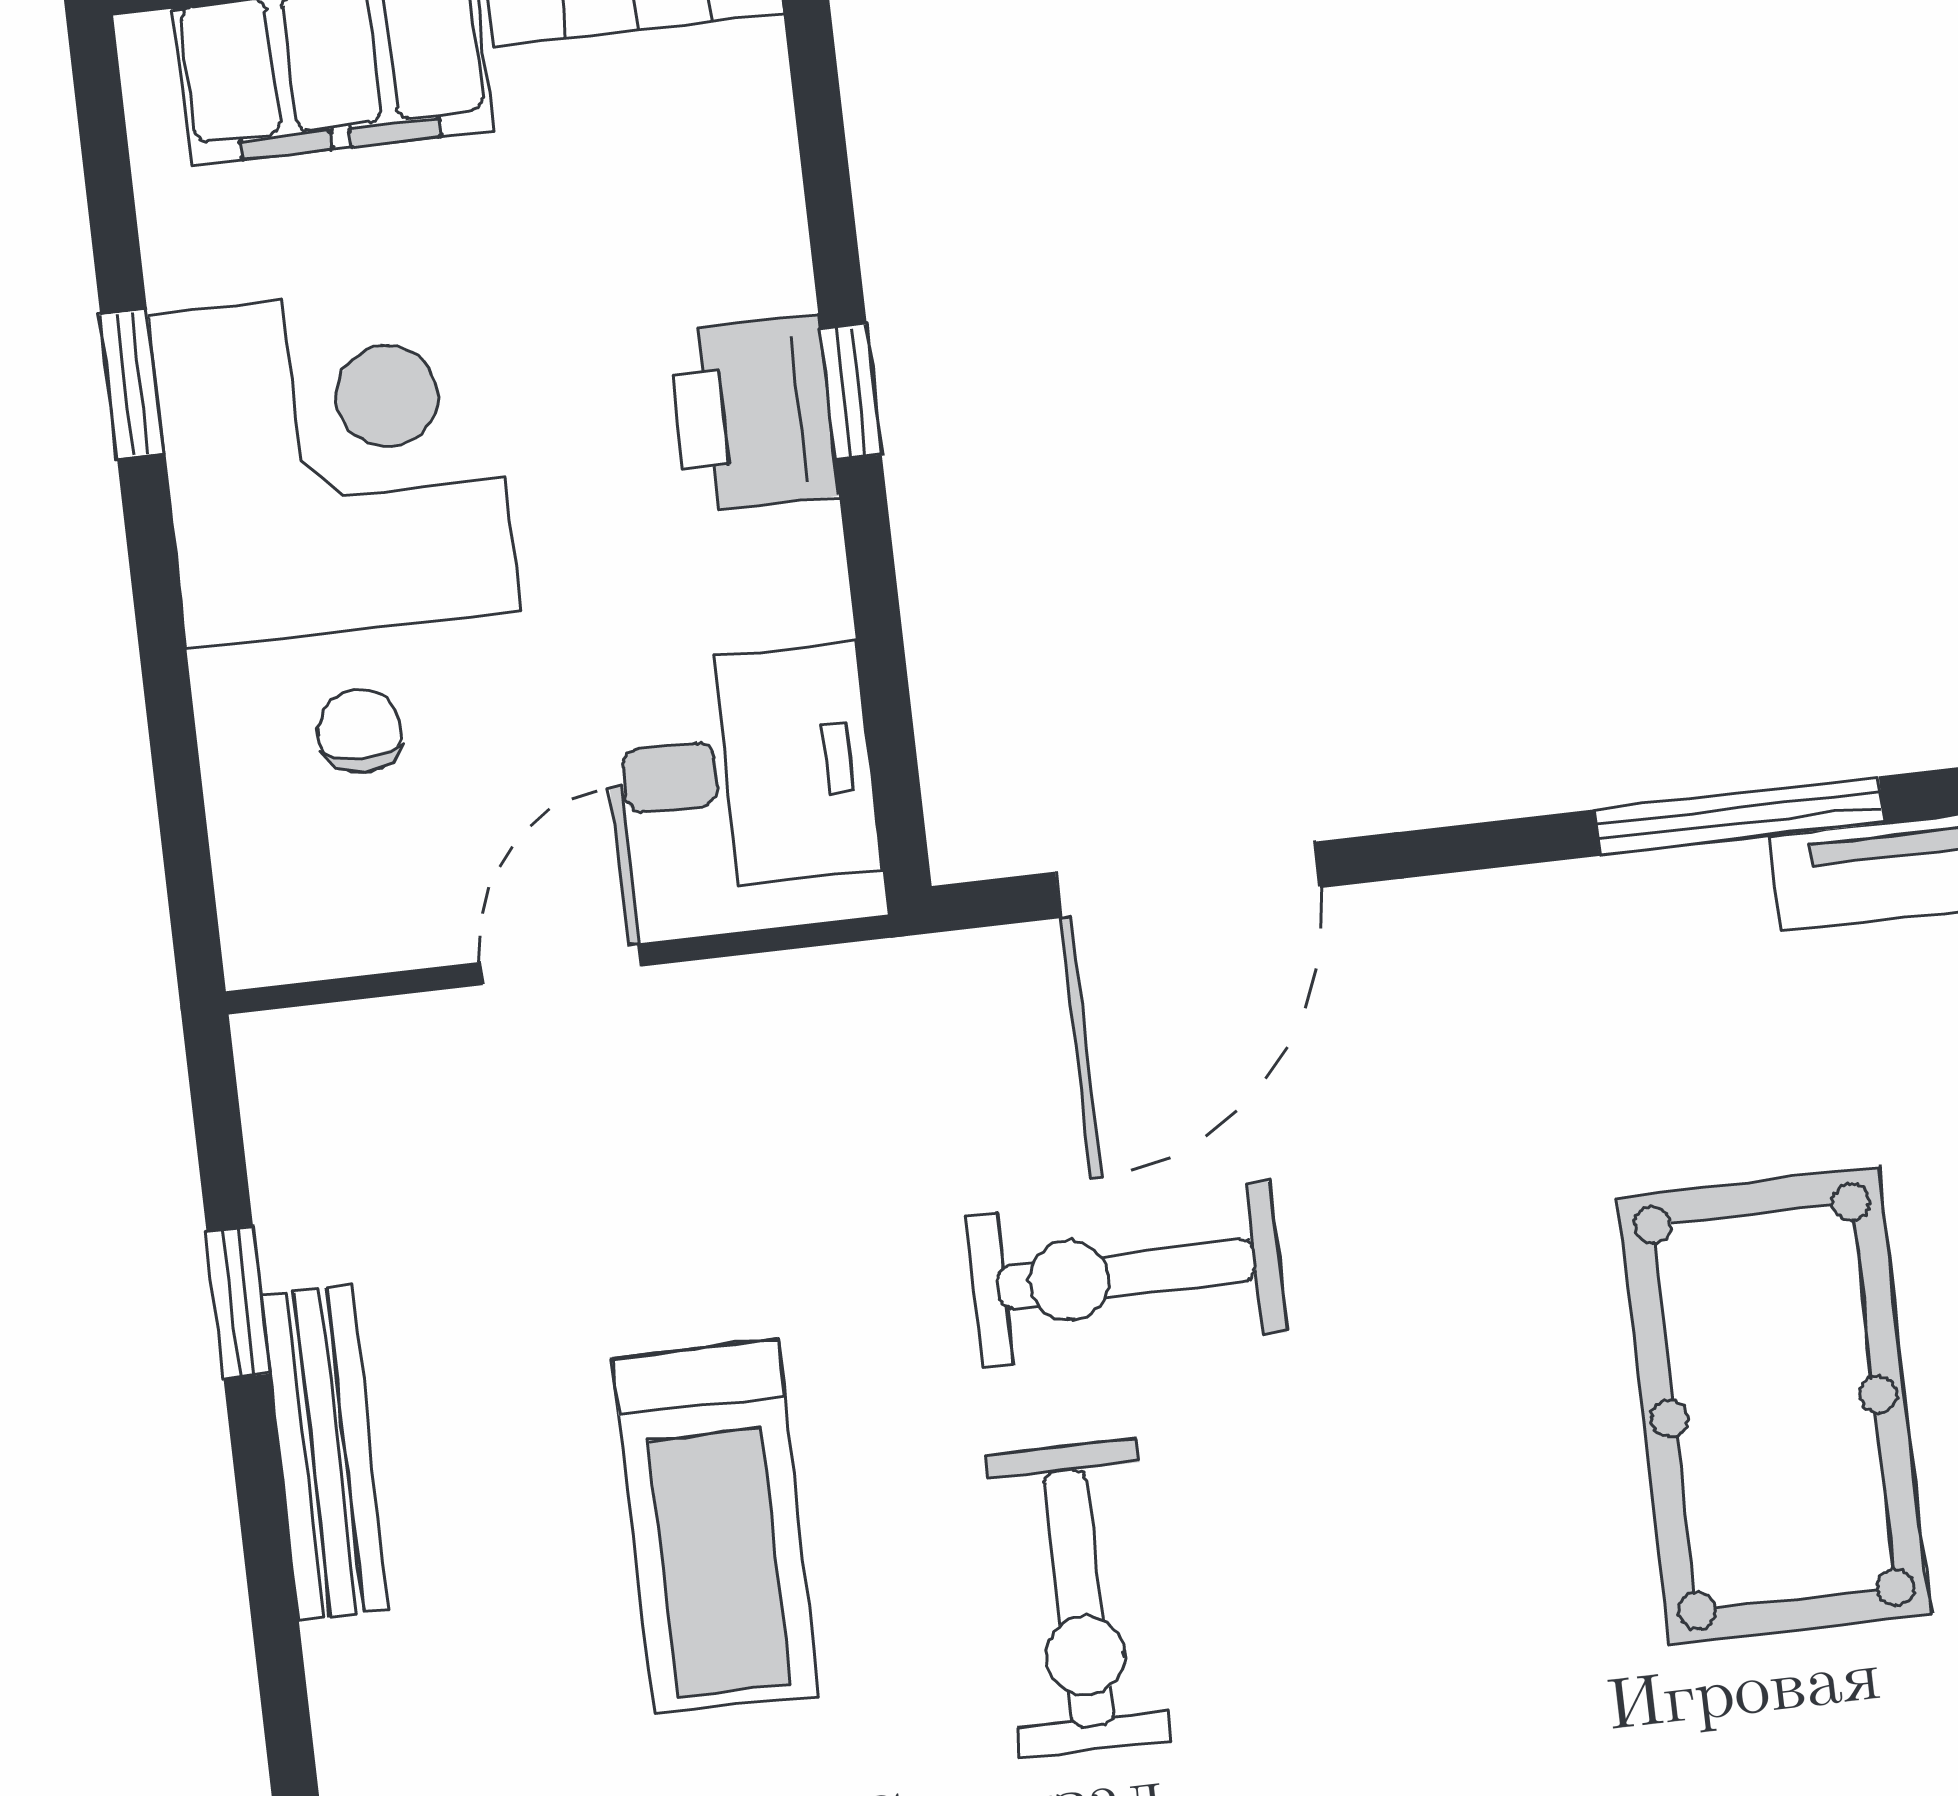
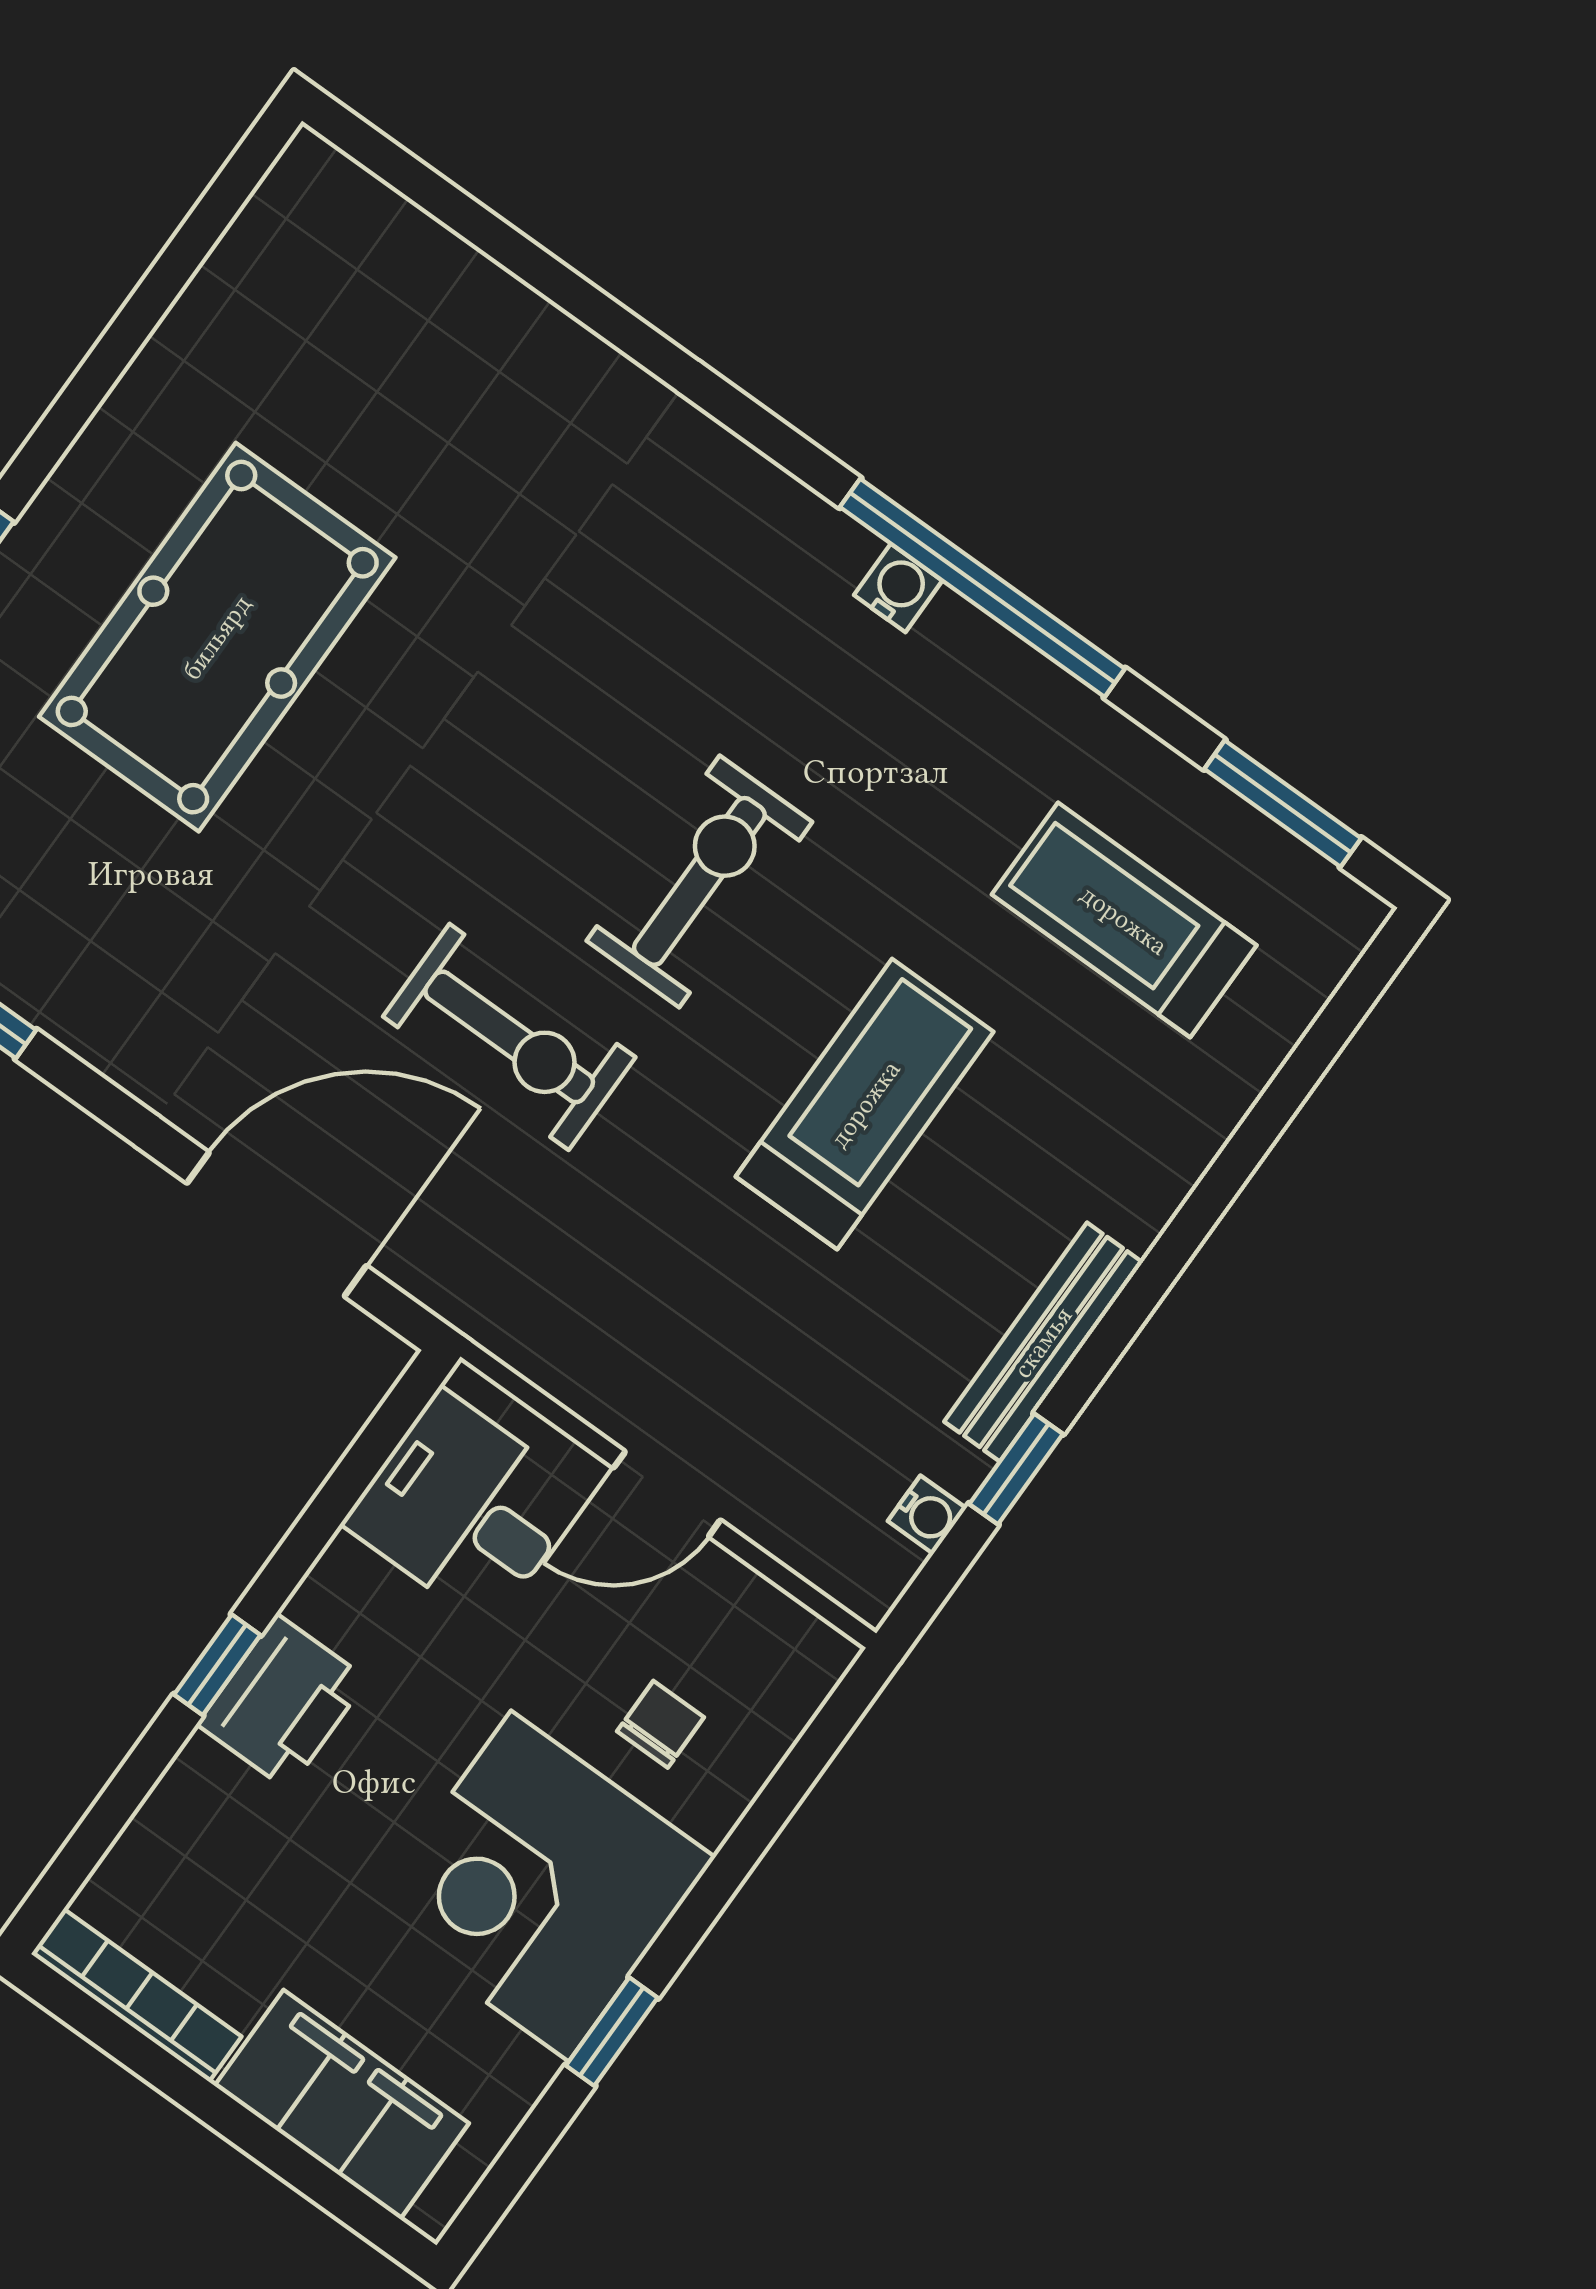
chair: (360, 731) -> (661, 1724), turned 180
water cooler: (285, 1177) -> (927, 1515), added

